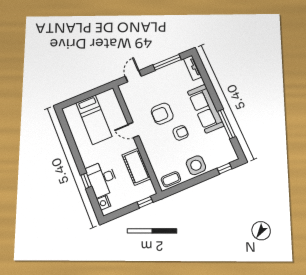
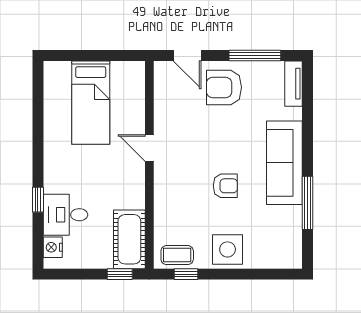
door: (133, 76) -> (187, 55), swing flipped
armchair: (162, 114) -> (224, 87), moved
cot: (136, 167) -> (129, 239), moved
window: (225, 168) -> (186, 274), moved
desk: (102, 179) -> (65, 215), width x0.73

